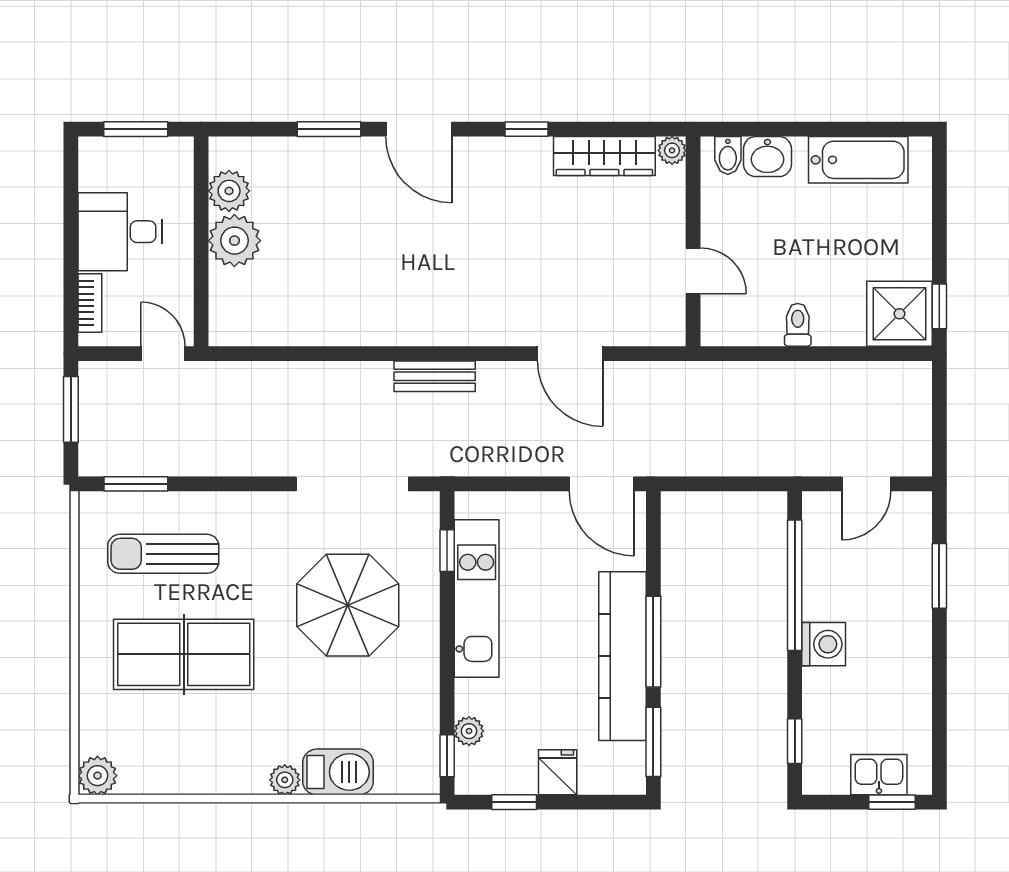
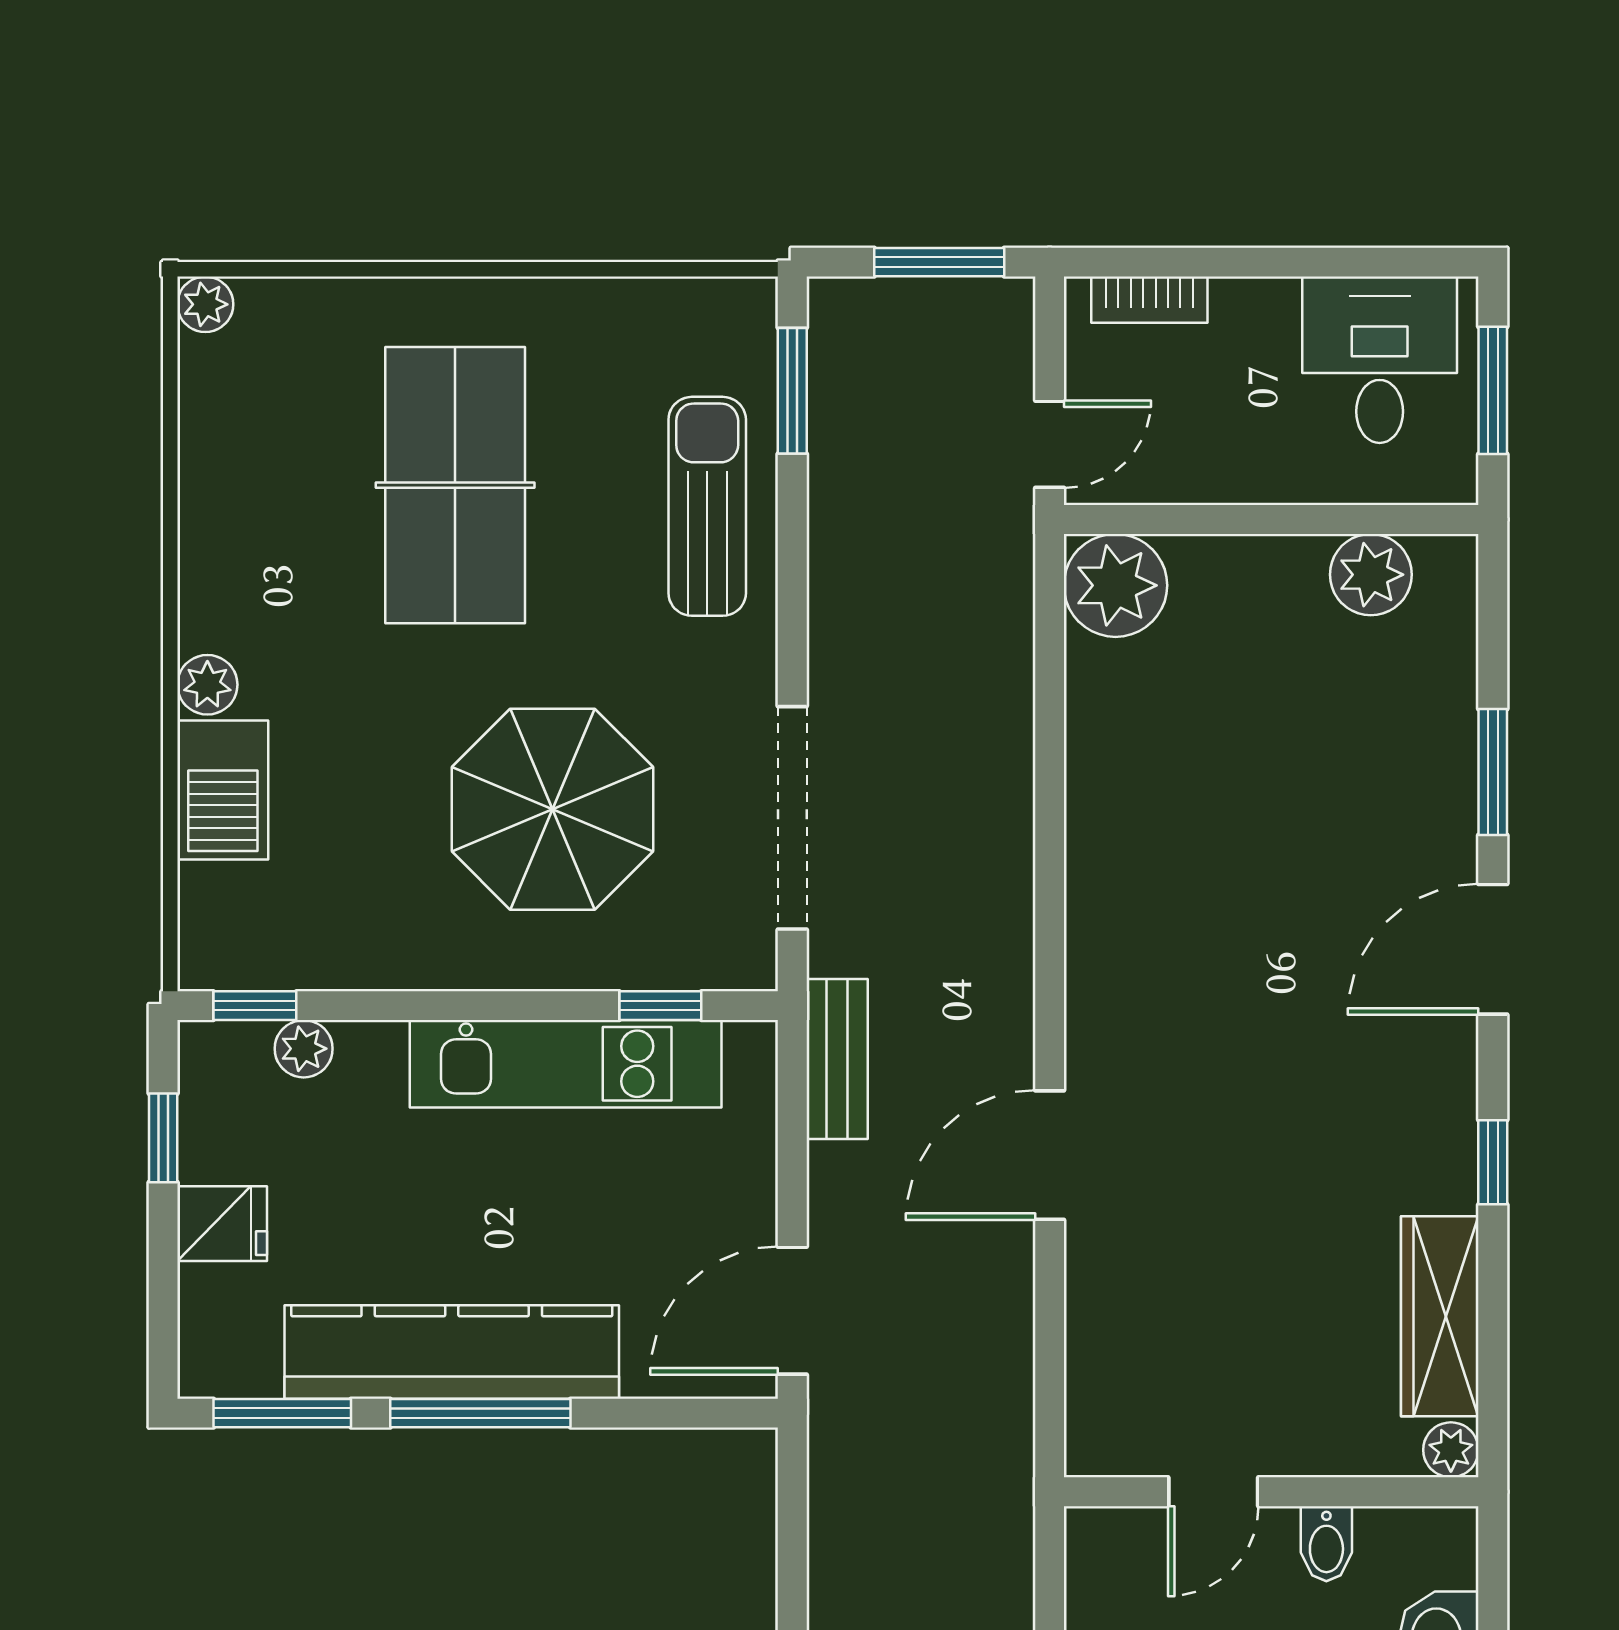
bidet: (728, 155) -> (1326, 1544), moved, turned -90
desk: (120, 232) -> (1380, 360), moved
plant: (234, 241) -> (1115, 585), moved
door: (570, 354) -> (1050, 1155), moved
bench: (435, 376) -> (837, 1059), moved
sun lounger: (163, 554) -> (707, 506), moved
plant: (97, 776) -> (205, 304), width x0.73, depth x0.73

